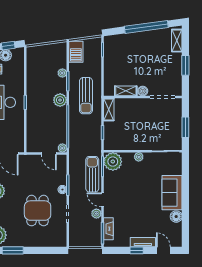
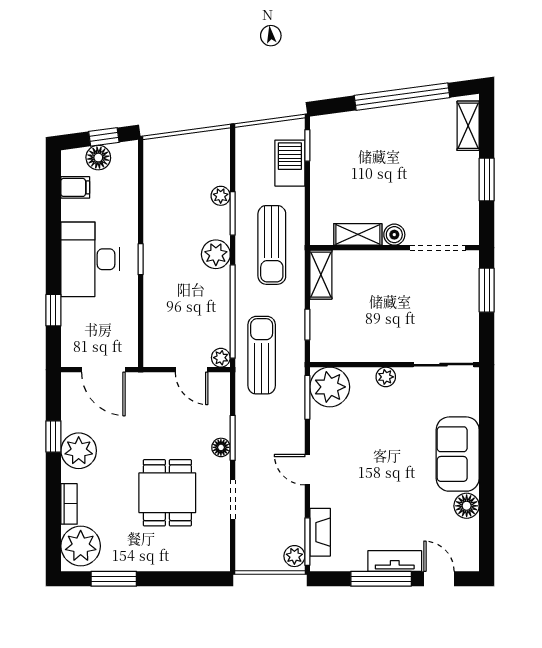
barbecue: (76, 52) -> (290, 163), moved, turned 180
window: (185, 127) -> (487, 290), moved
sun lounger: (92, 174) -> (262, 355), moved
plant: (96, 214) -> (294, 556), moved
window: (137, 250) -> (381, 579), width x2.17

